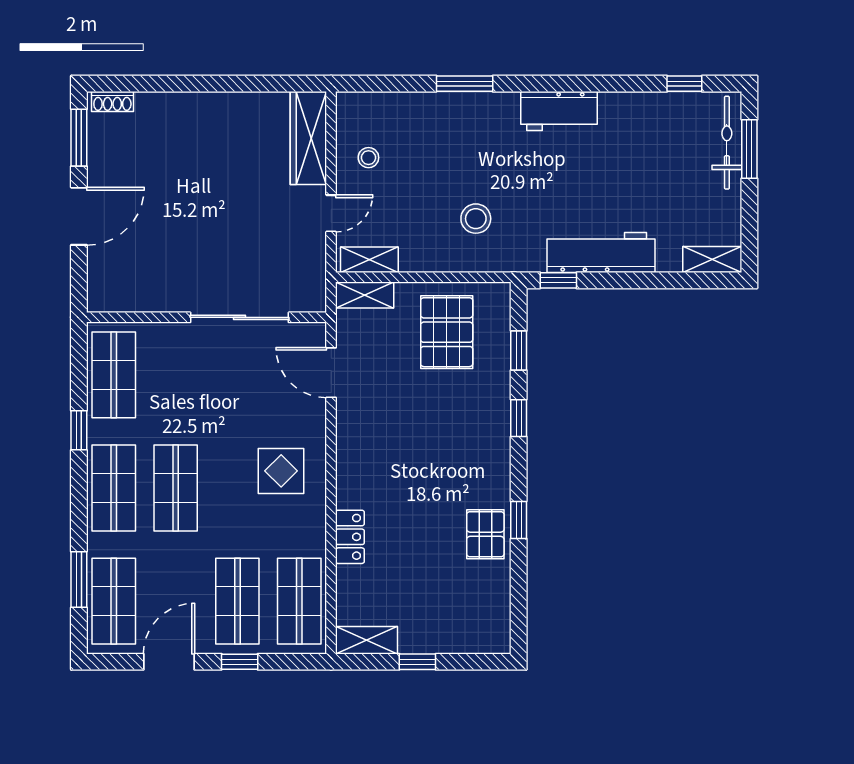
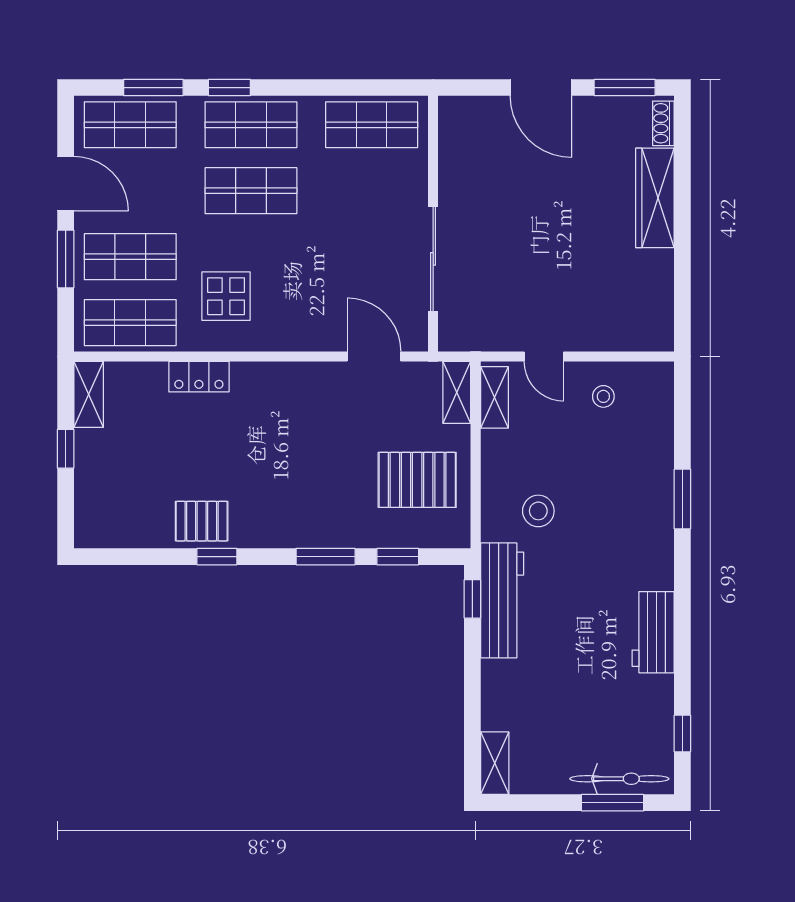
workbench: (559, 111) -> (653, 632), moved
wardrobe: (308, 138) -> (655, 198), moved, turned -90
workbench: (601, 253) -> (502, 600), moved
door: (331, 373) -> (374, 357), hinge flipped
window: (519, 418) -> (326, 557), width x1.50
window: (79, 430) -> (229, 88), moved
display table: (281, 471) -> (226, 296), moved
window: (240, 662) -> (66, 259), width x1.50

